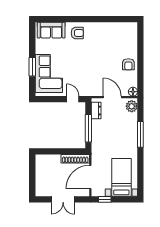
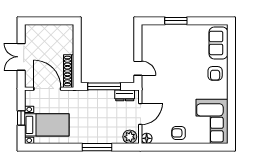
corner sofa: (49, 74) -> (212, 121), moved, turned 90
door: (73, 99) -> (138, 68), hinge flipped
window: (105, 199) -> (21, 118), moved

